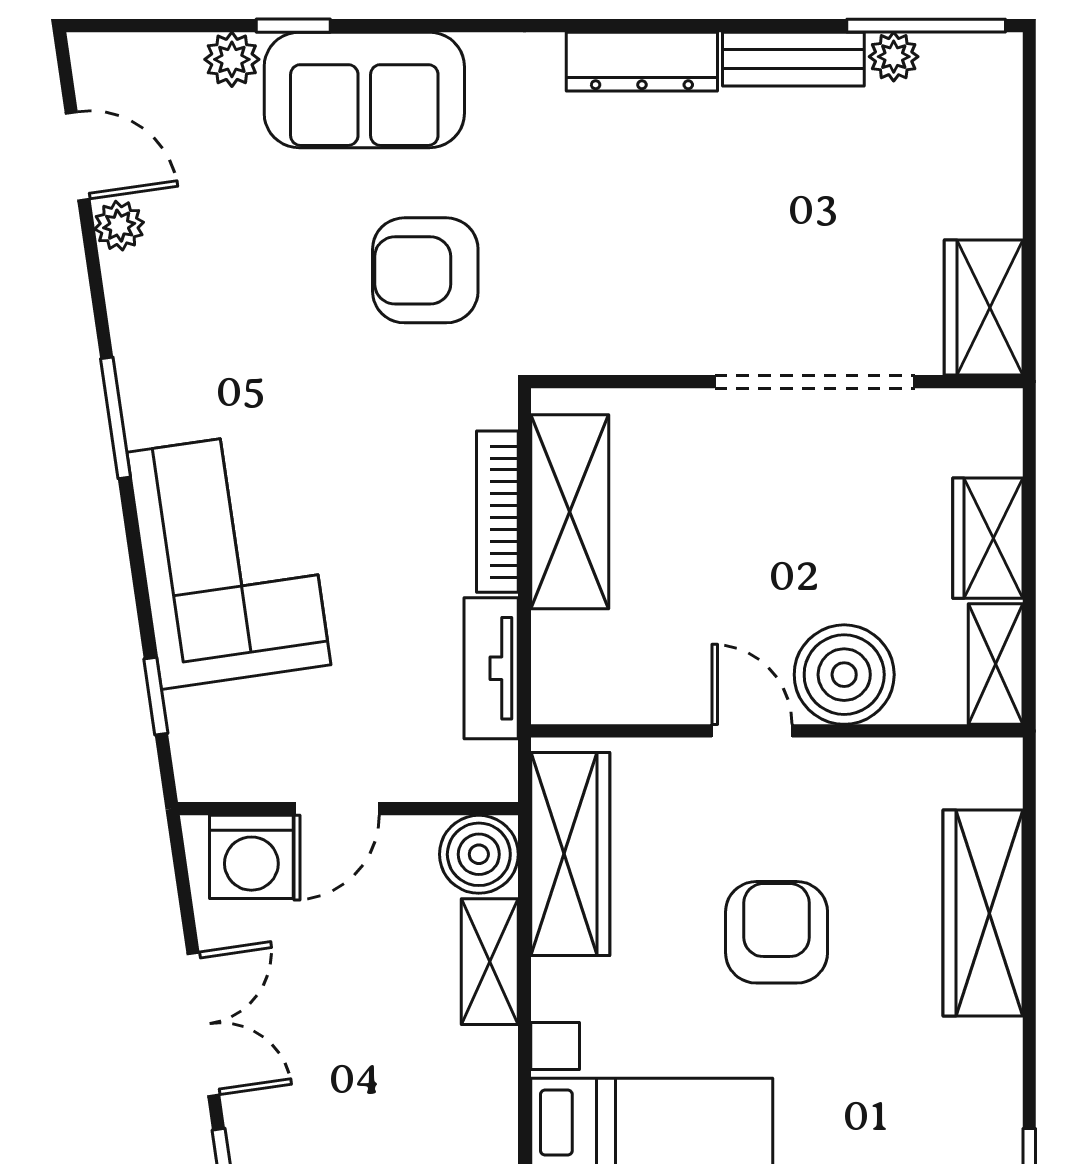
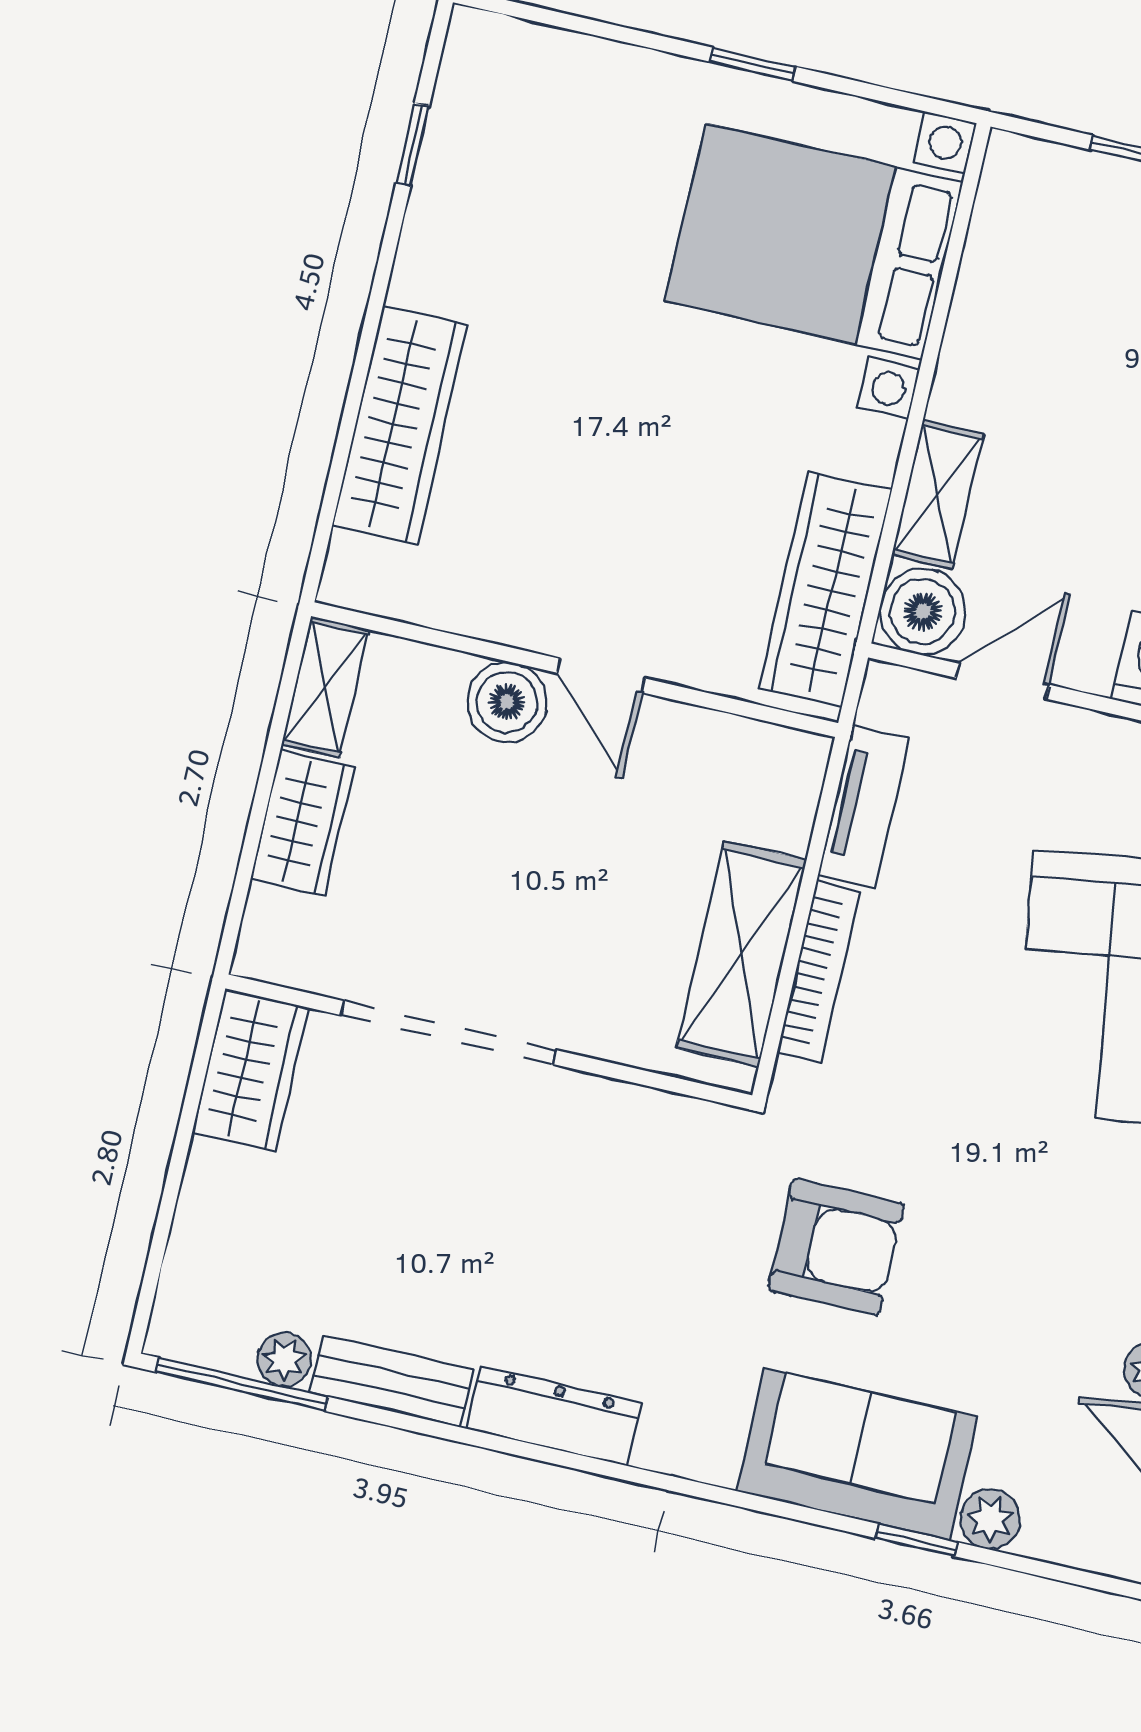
boiler: (844, 675) -> (507, 702), width x0.73, depth x0.73
door: (337, 809) -> (1003, 681), moved
armchair: (777, 932) -> (625, 455), removed

